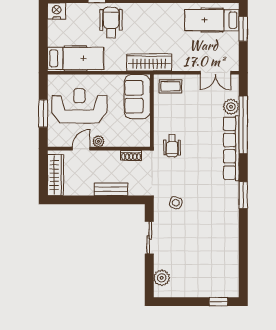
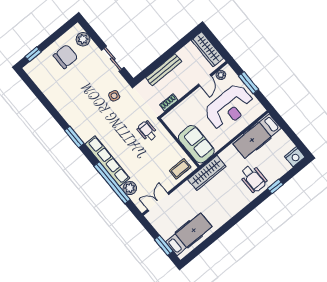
plant: (98, 141) -> (221, 75), moved
bench: (111, 189) -> (164, 70), width x1.36
chair: (191, 275) -> (65, 57), added

